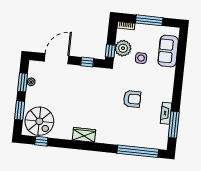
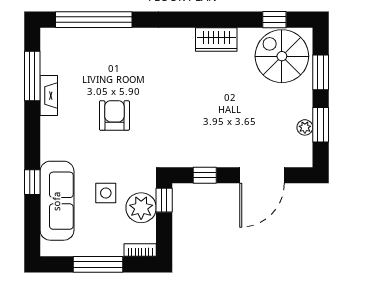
sofa: (168, 51) -> (57, 201), width x1.36
window: (180, 68) -> (32, 182), added
armchair: (132, 99) -> (114, 116), turned 90
wardrobe: (84, 135) -> (216, 39), moved

